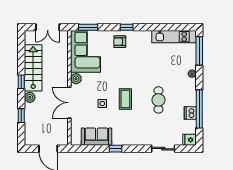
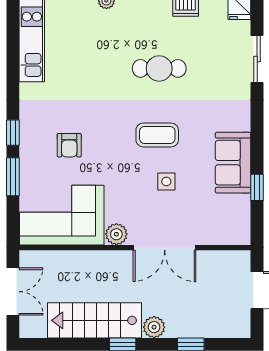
window: (88, 27) -> (13, 177), moved
armchair: (120, 42) -> (69, 145), moved
sofa: (96, 137) -> (233, 163), moved
window: (115, 149) -> (257, 187), moved

